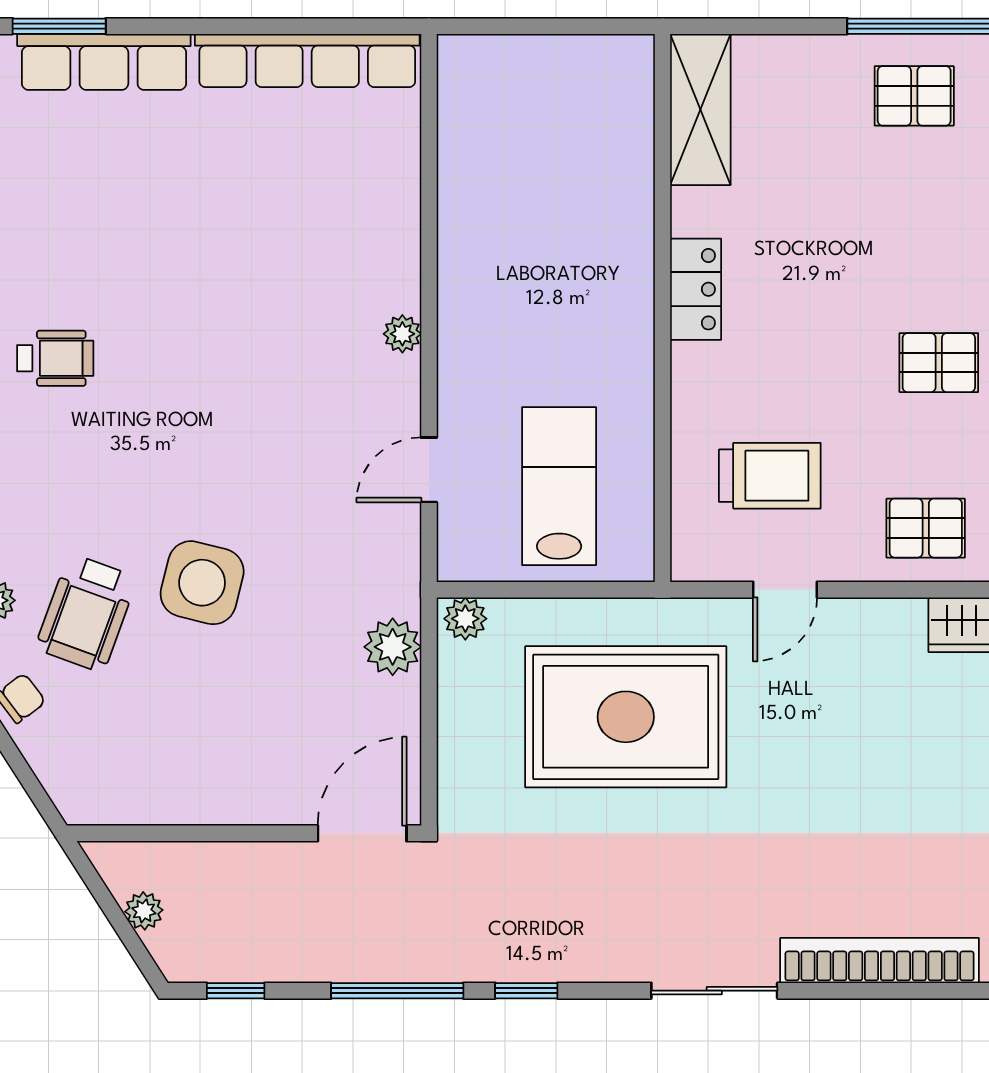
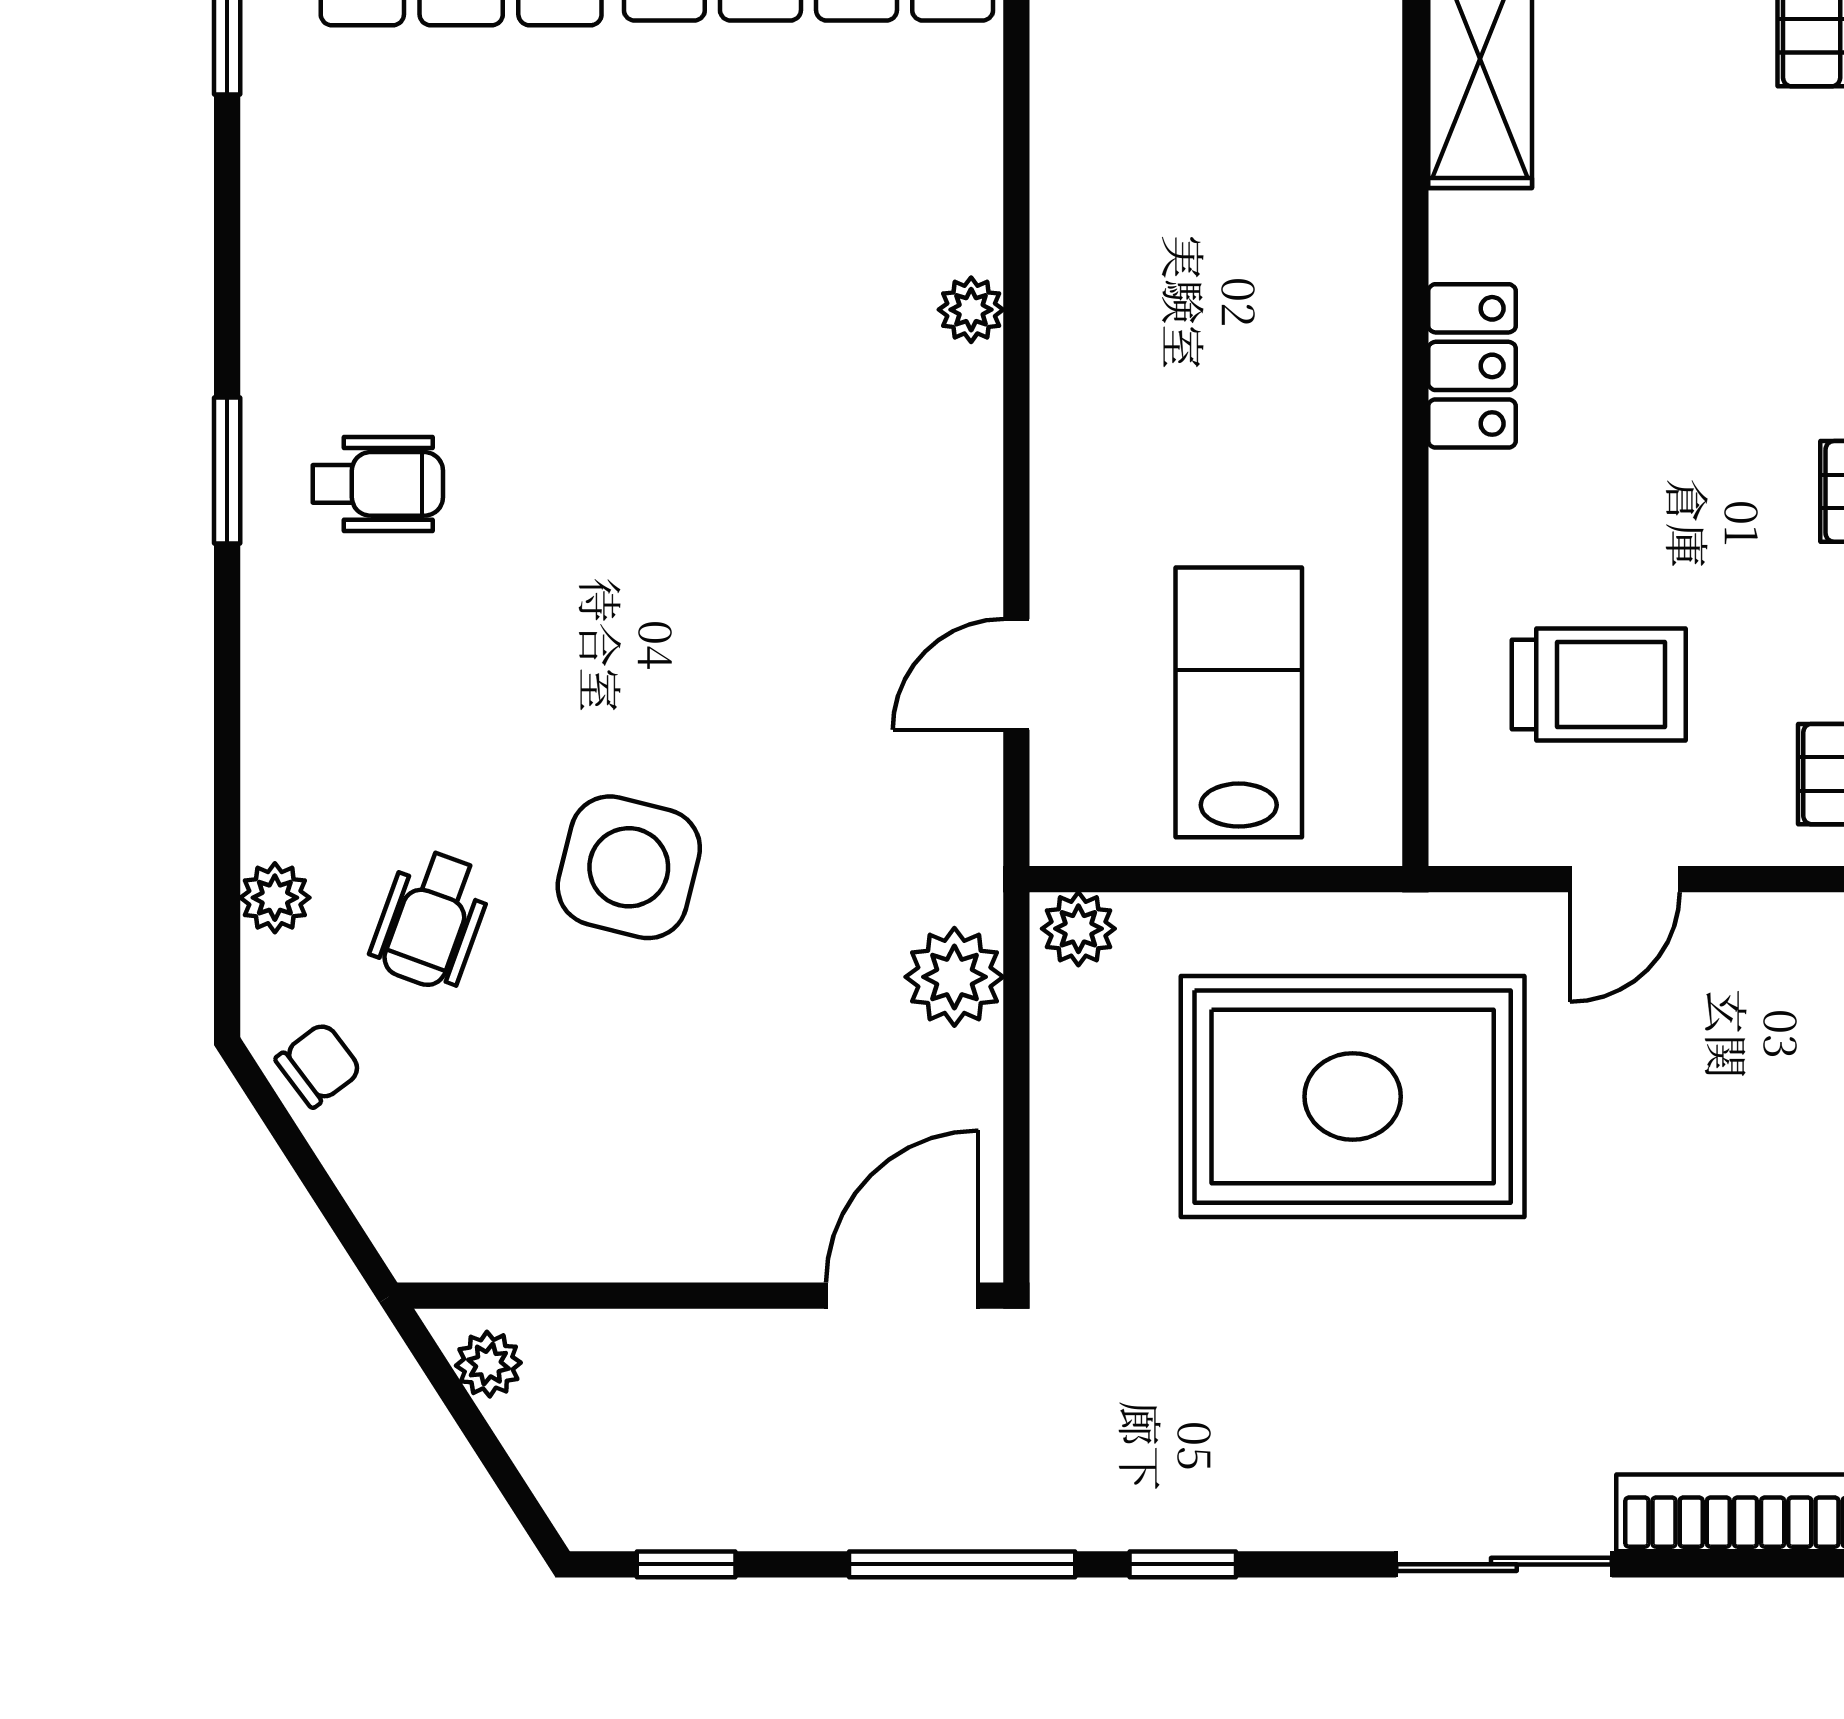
plant: (402, 334) -> (971, 310), moved
wheelchair: (86, 613) -> (431, 919), width x0.73, depth x0.73
plant: (144, 911) -> (488, 1364), moved

